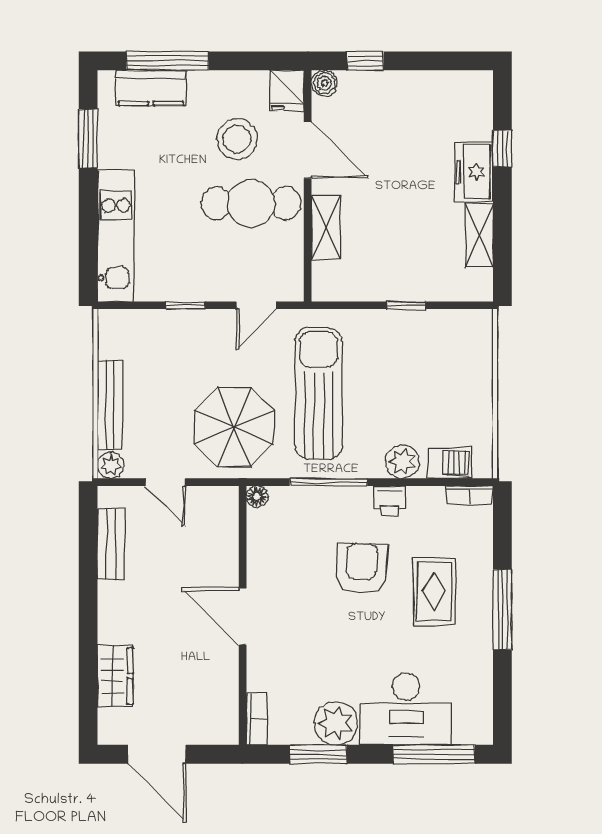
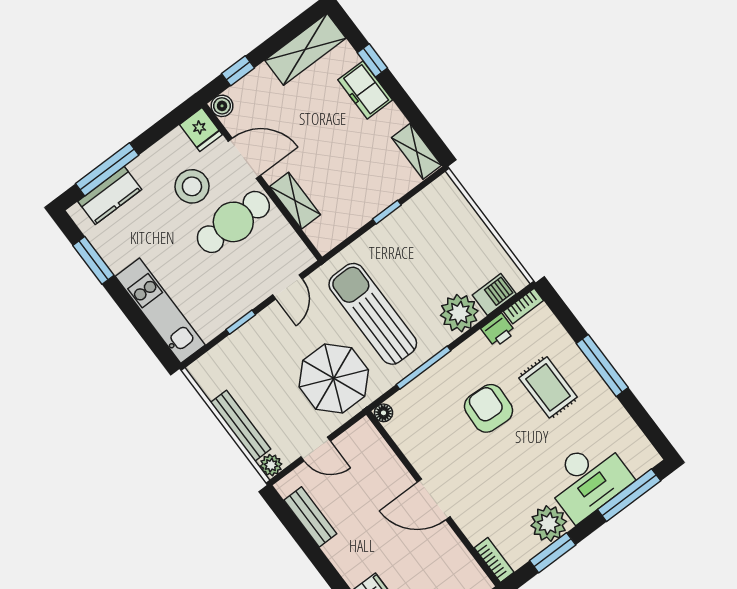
shelving: (446, 89) -> (305, 49), added
shelving: (479, 236) -> (417, 151), moved
plant: (403, 461) -> (459, 313), width x1.36, depth x1.36
printer: (389, 500) -> (498, 330), moved

